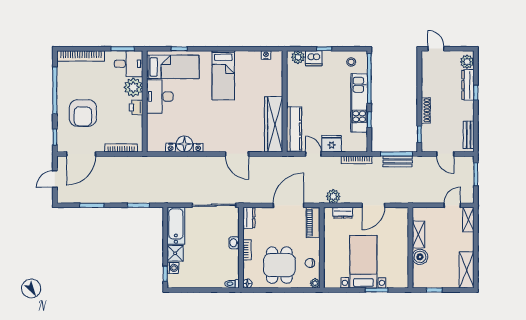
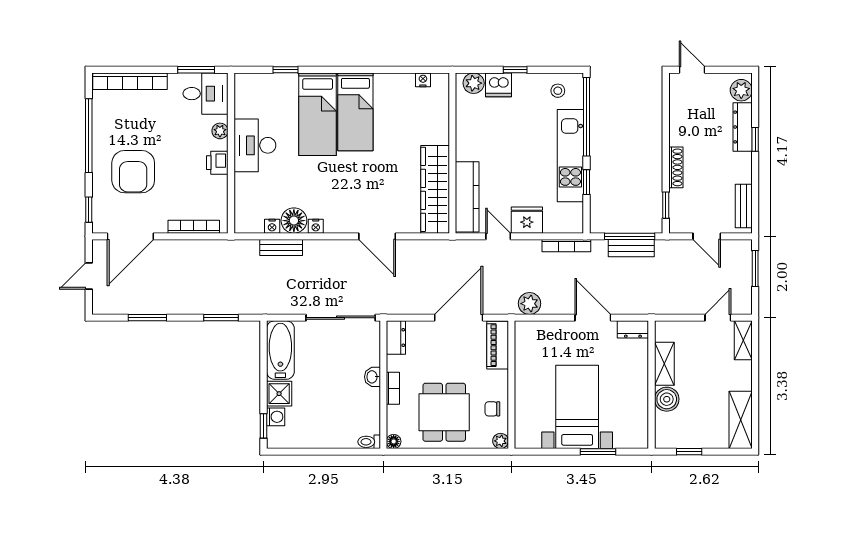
bed: (173, 67) -> (318, 114), moved, turned 90
plant: (133, 87) -> (220, 131), width x0.53, depth x0.53
bench: (176, 161) -> (281, 248), added
door: (373, 205) -> (593, 318), swing flipped
dresser: (343, 213) -> (633, 329), moved

